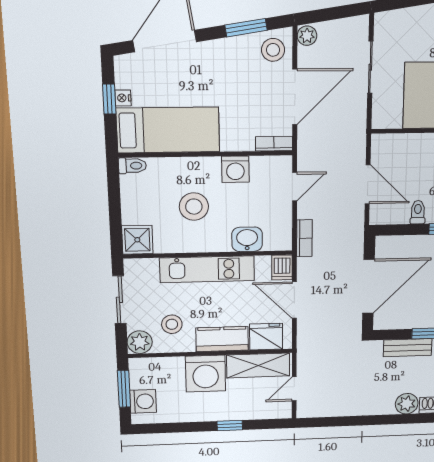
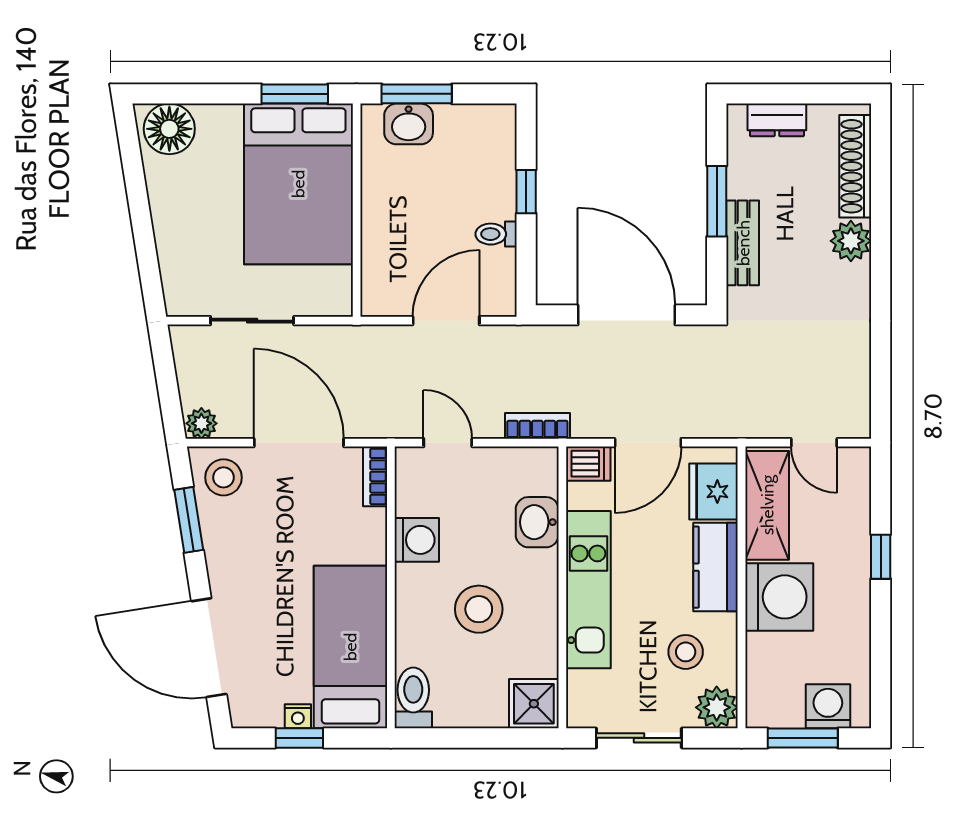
toilet: (132, 166) -> (413, 698), width x1.37, depth x1.39

